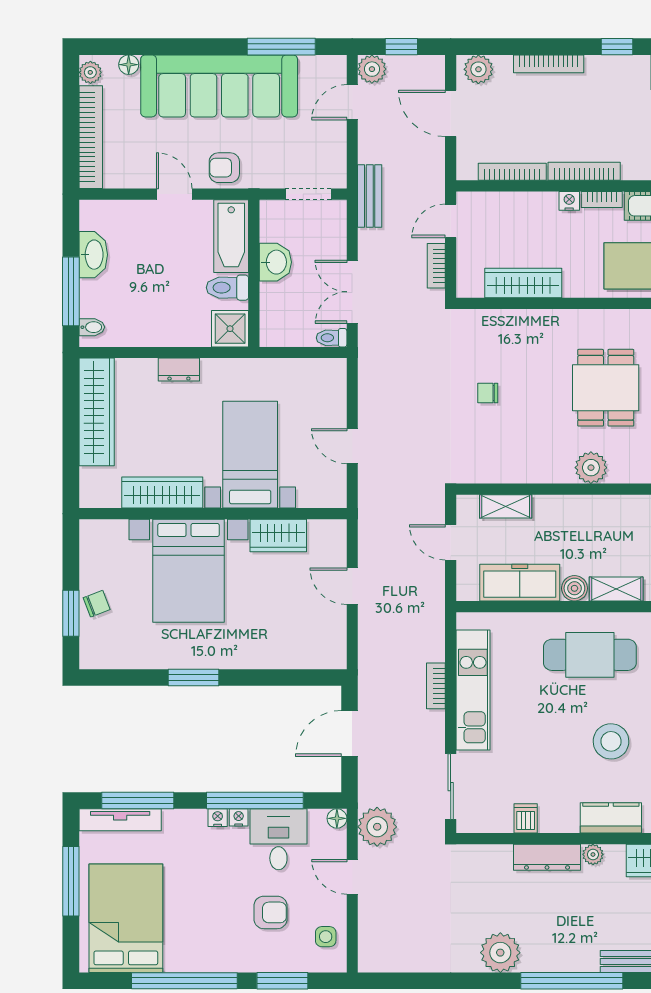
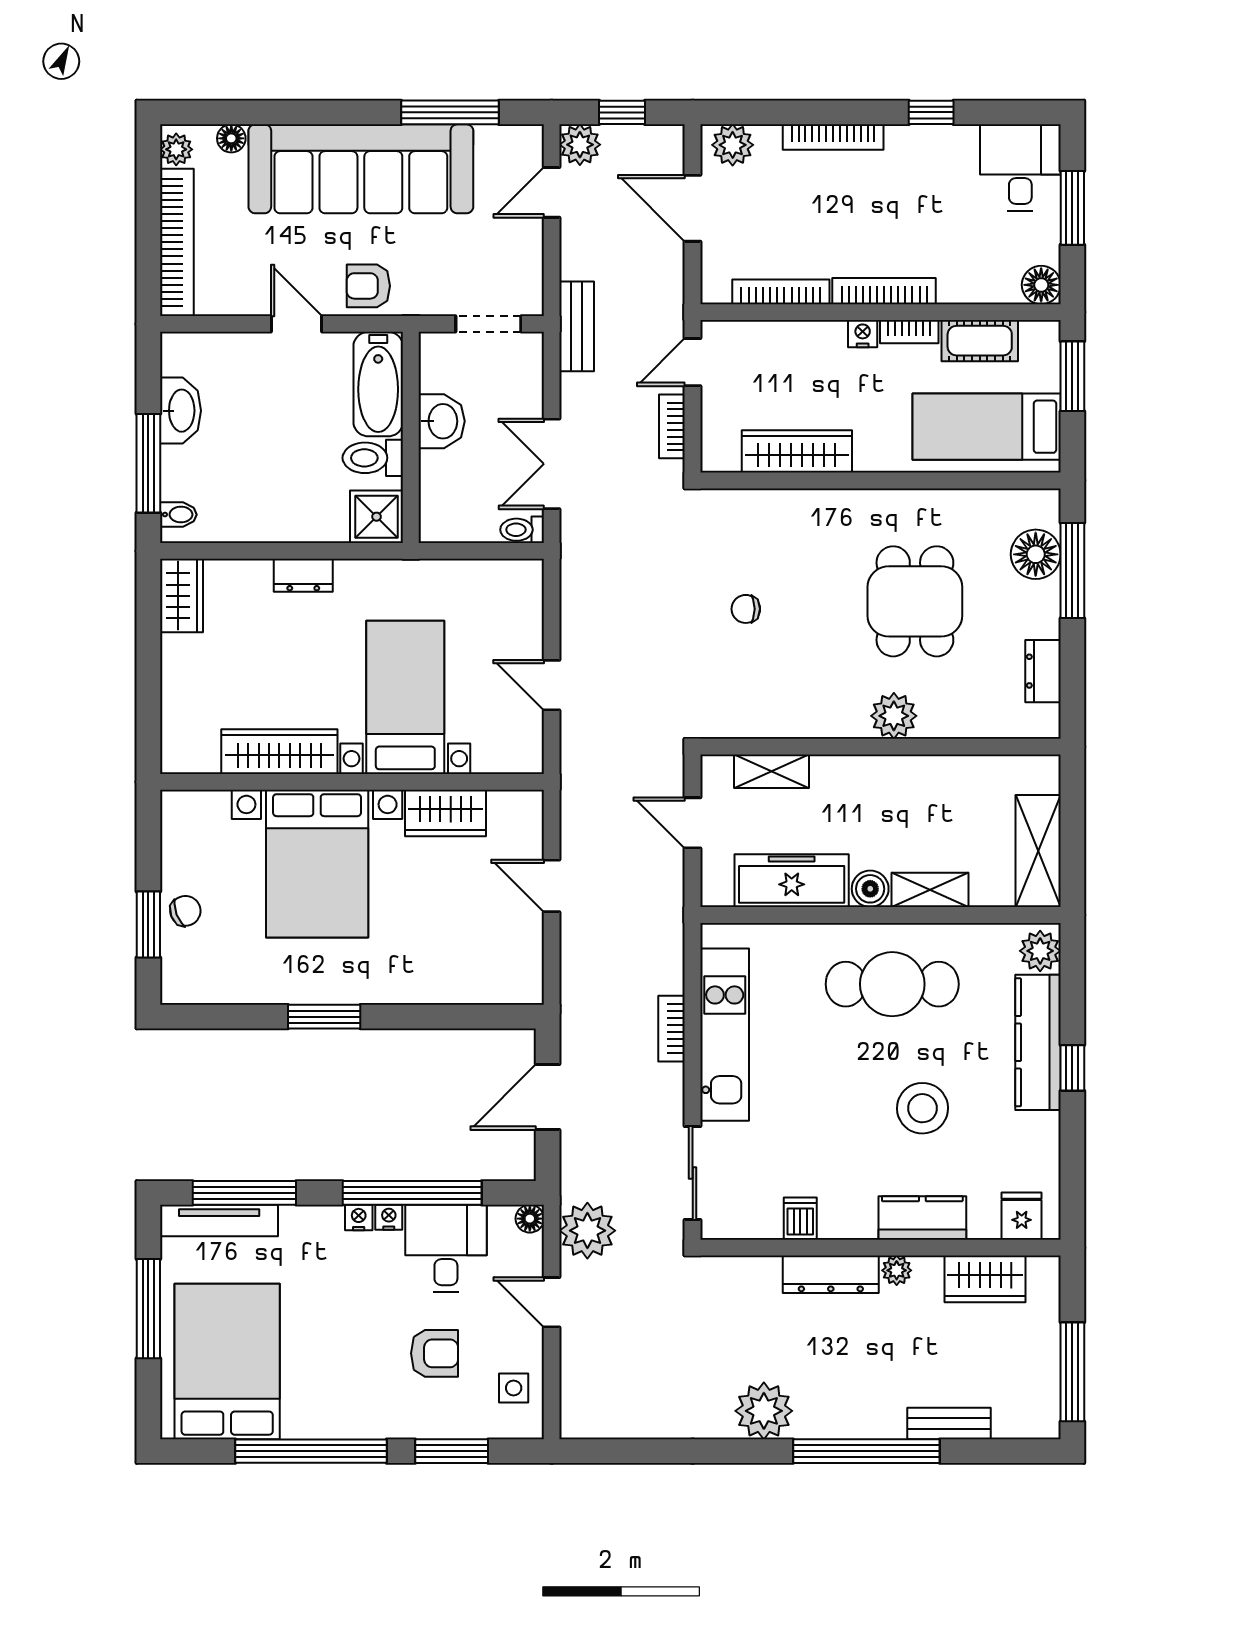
wardrobe: (97, 412) -> (182, 596), width x0.48, depth x0.85

